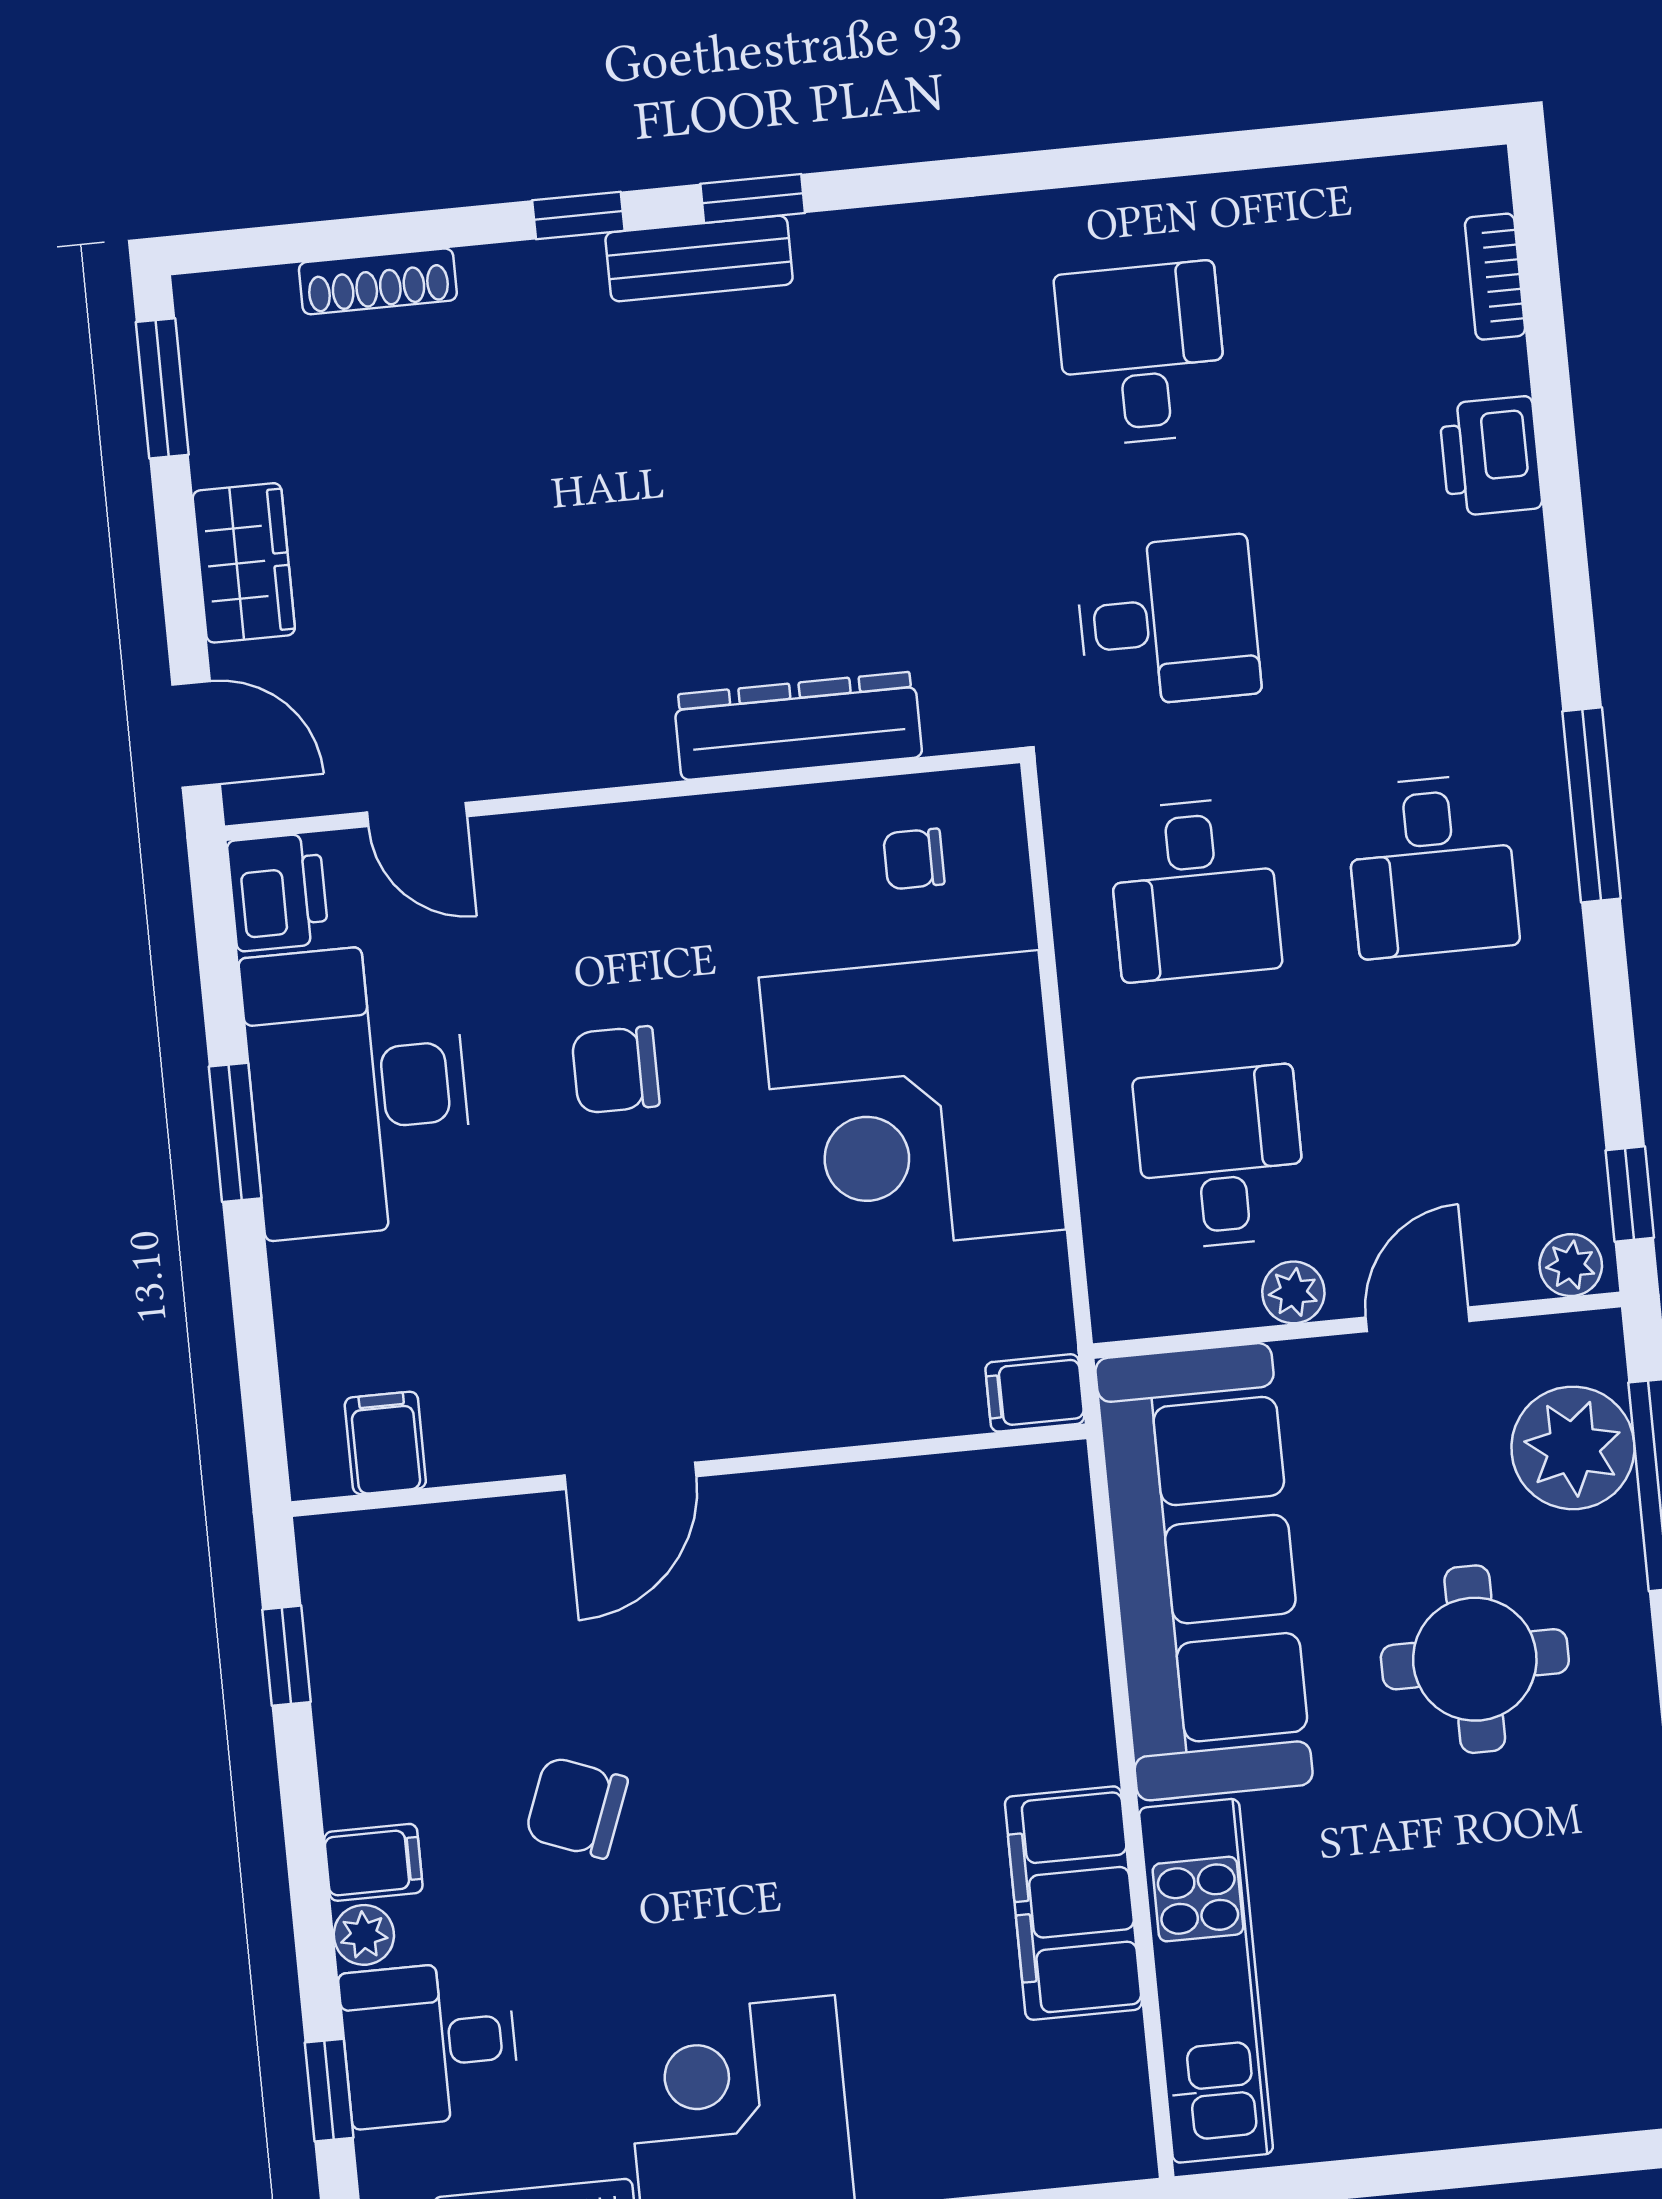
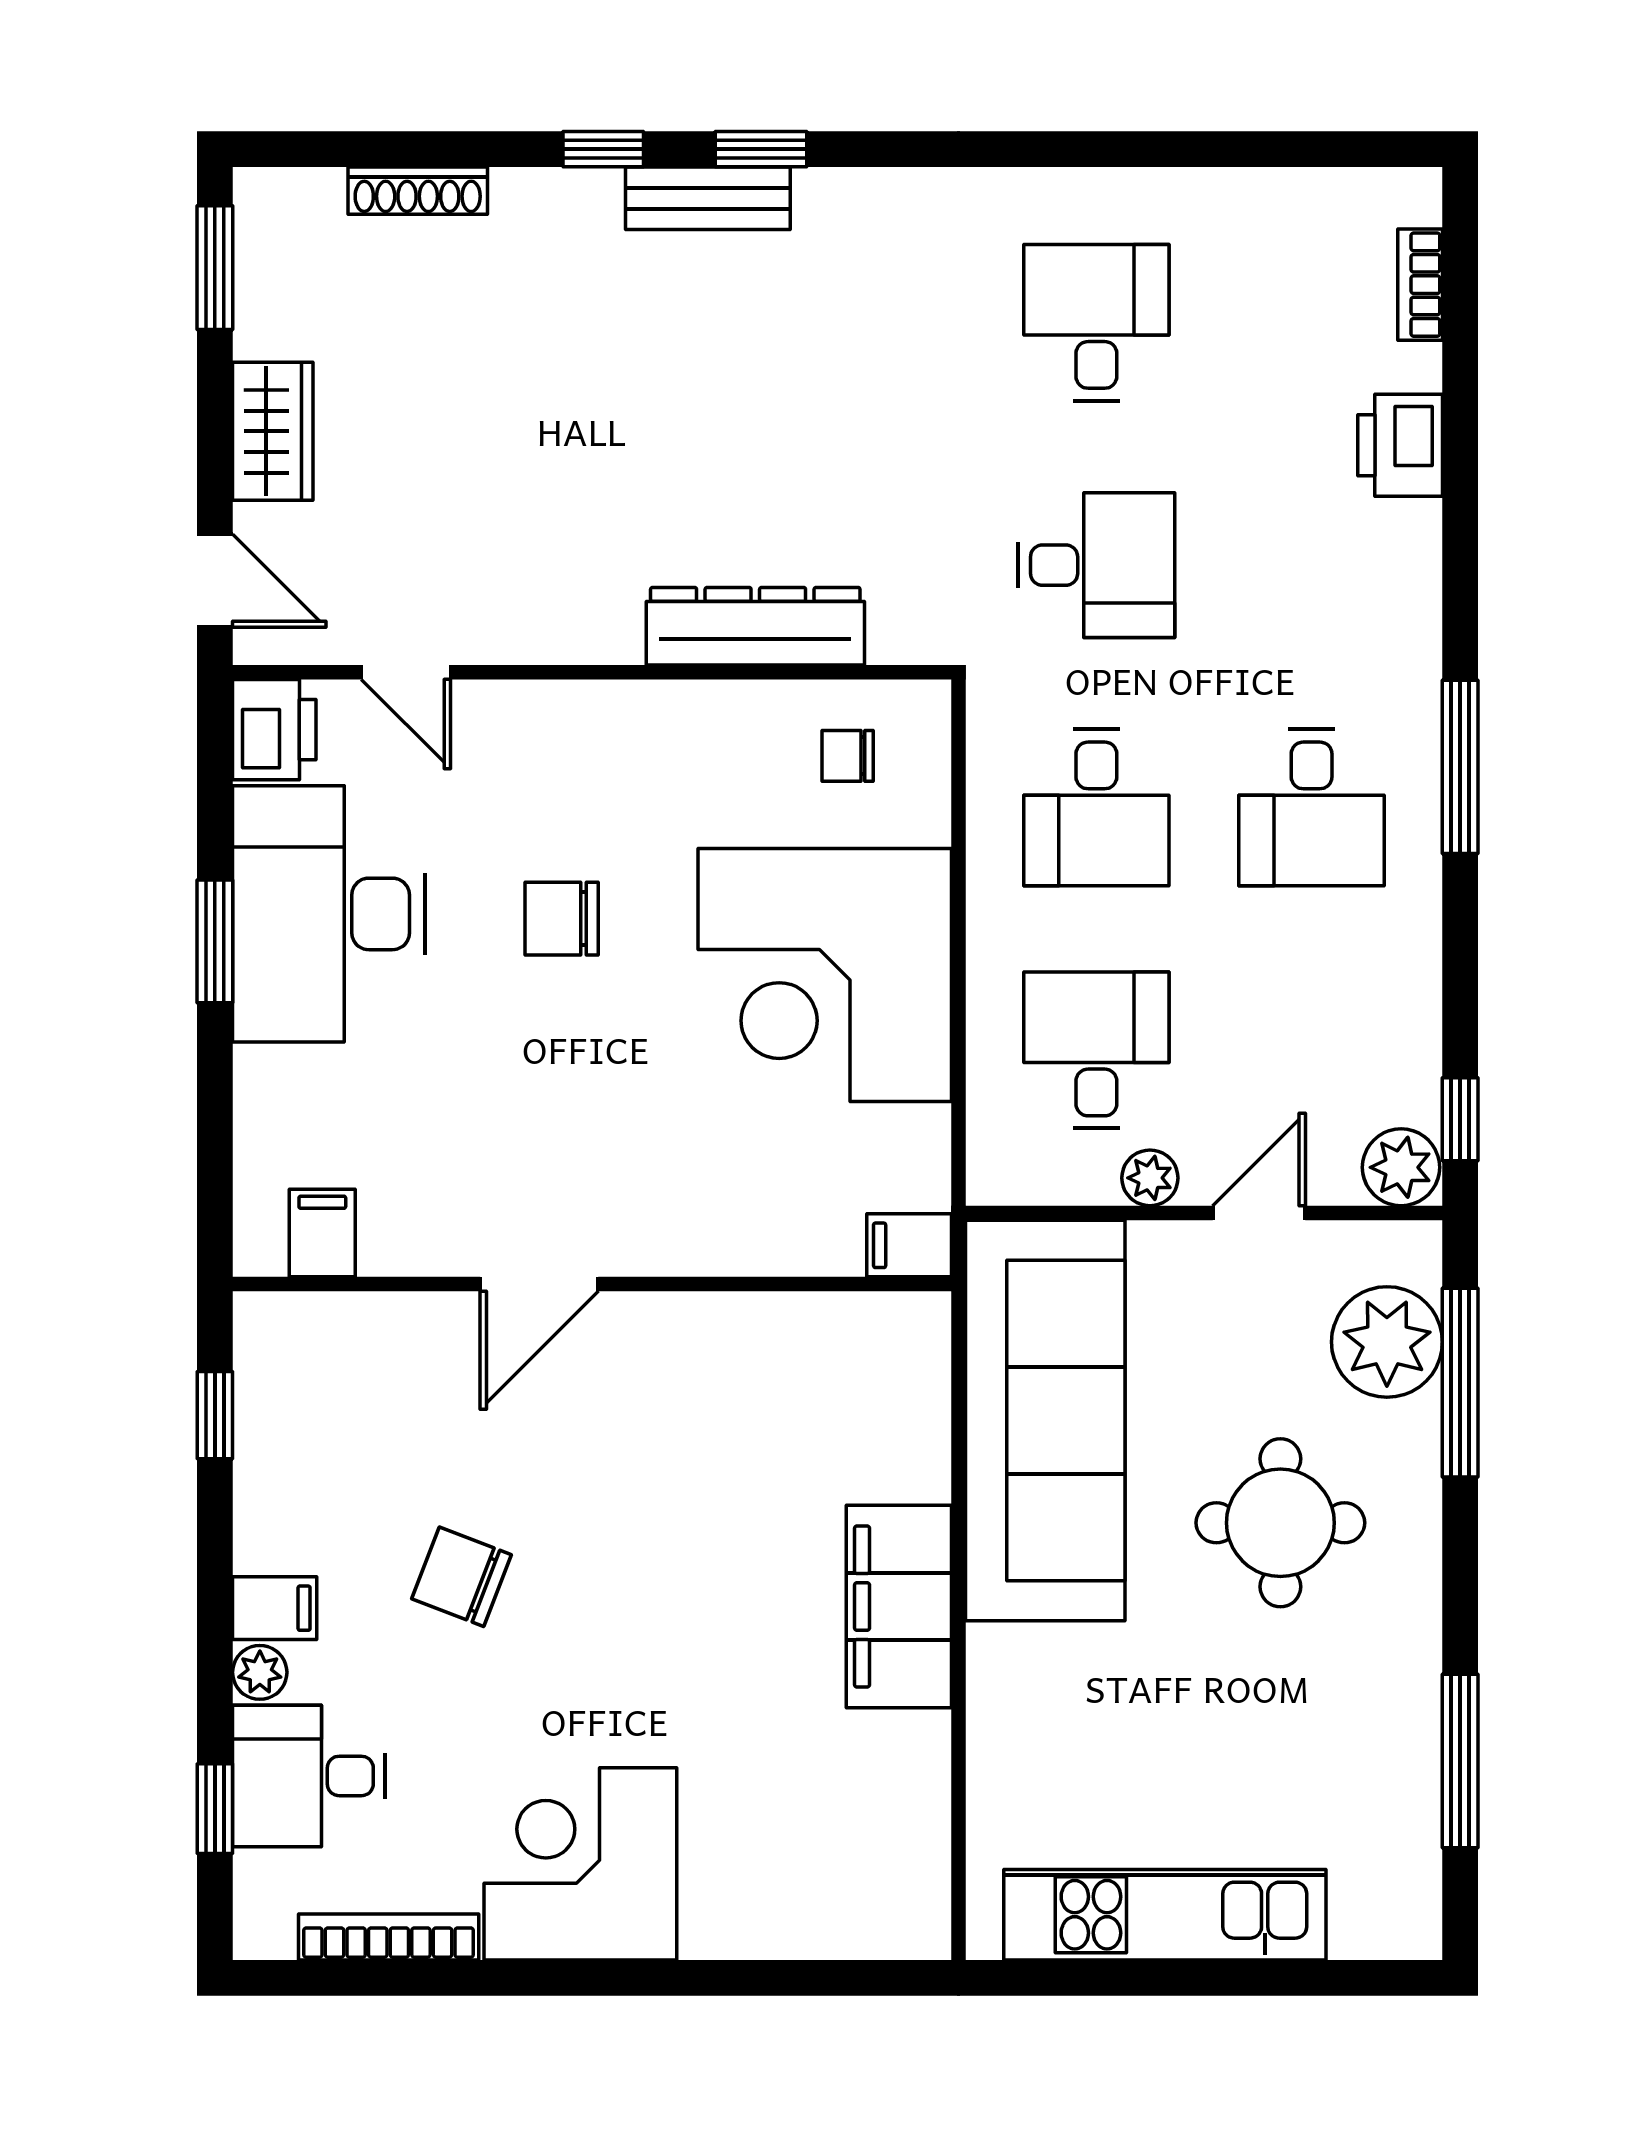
plant: (1571, 1265) -> (1401, 1167), width x1.38, depth x1.38
filing cabinet: (1073, 1903) -> (899, 1606), moved
kitchen unit: (1206, 1981) -> (1165, 1915), moved, turned -90

